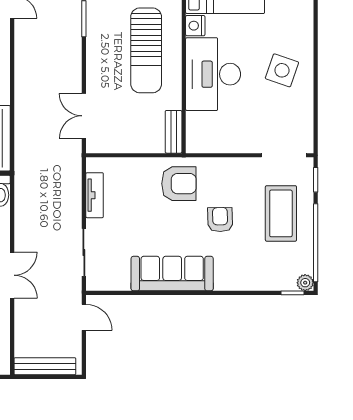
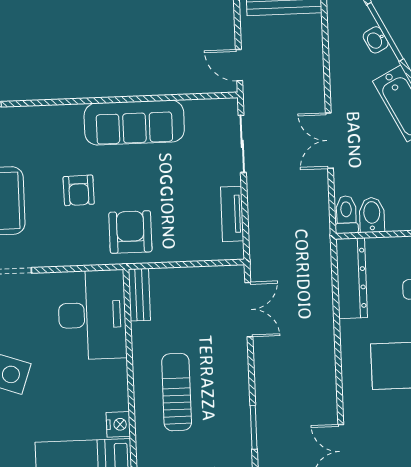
sun lounger: (146, 50) -> (177, 392), width x0.73, depth x0.75
desk: (213, 74) -> (92, 315), moved
armchair: (179, 184) -> (130, 232), turned 90
double door: (12, 275) -> (329, 141), moved

